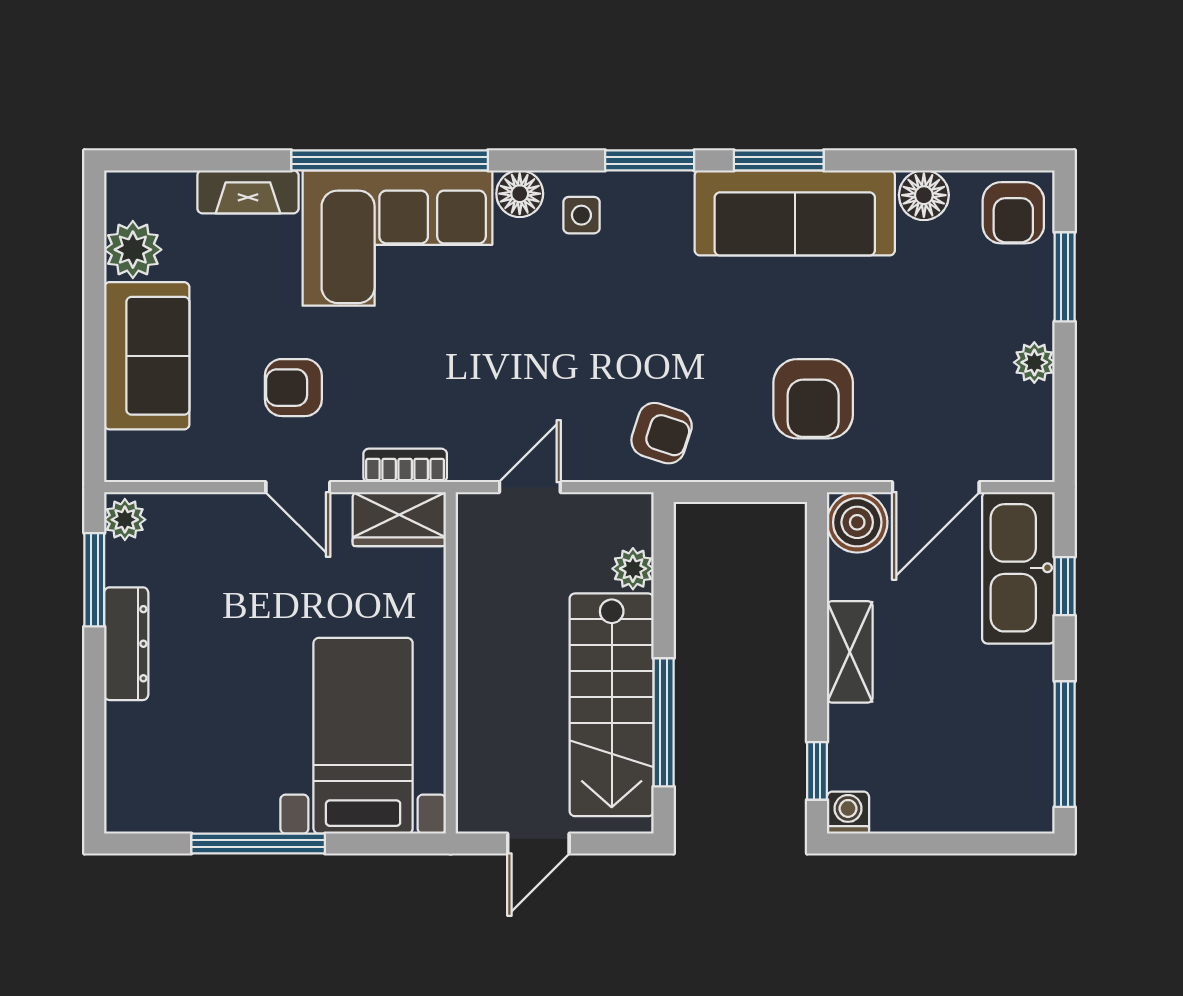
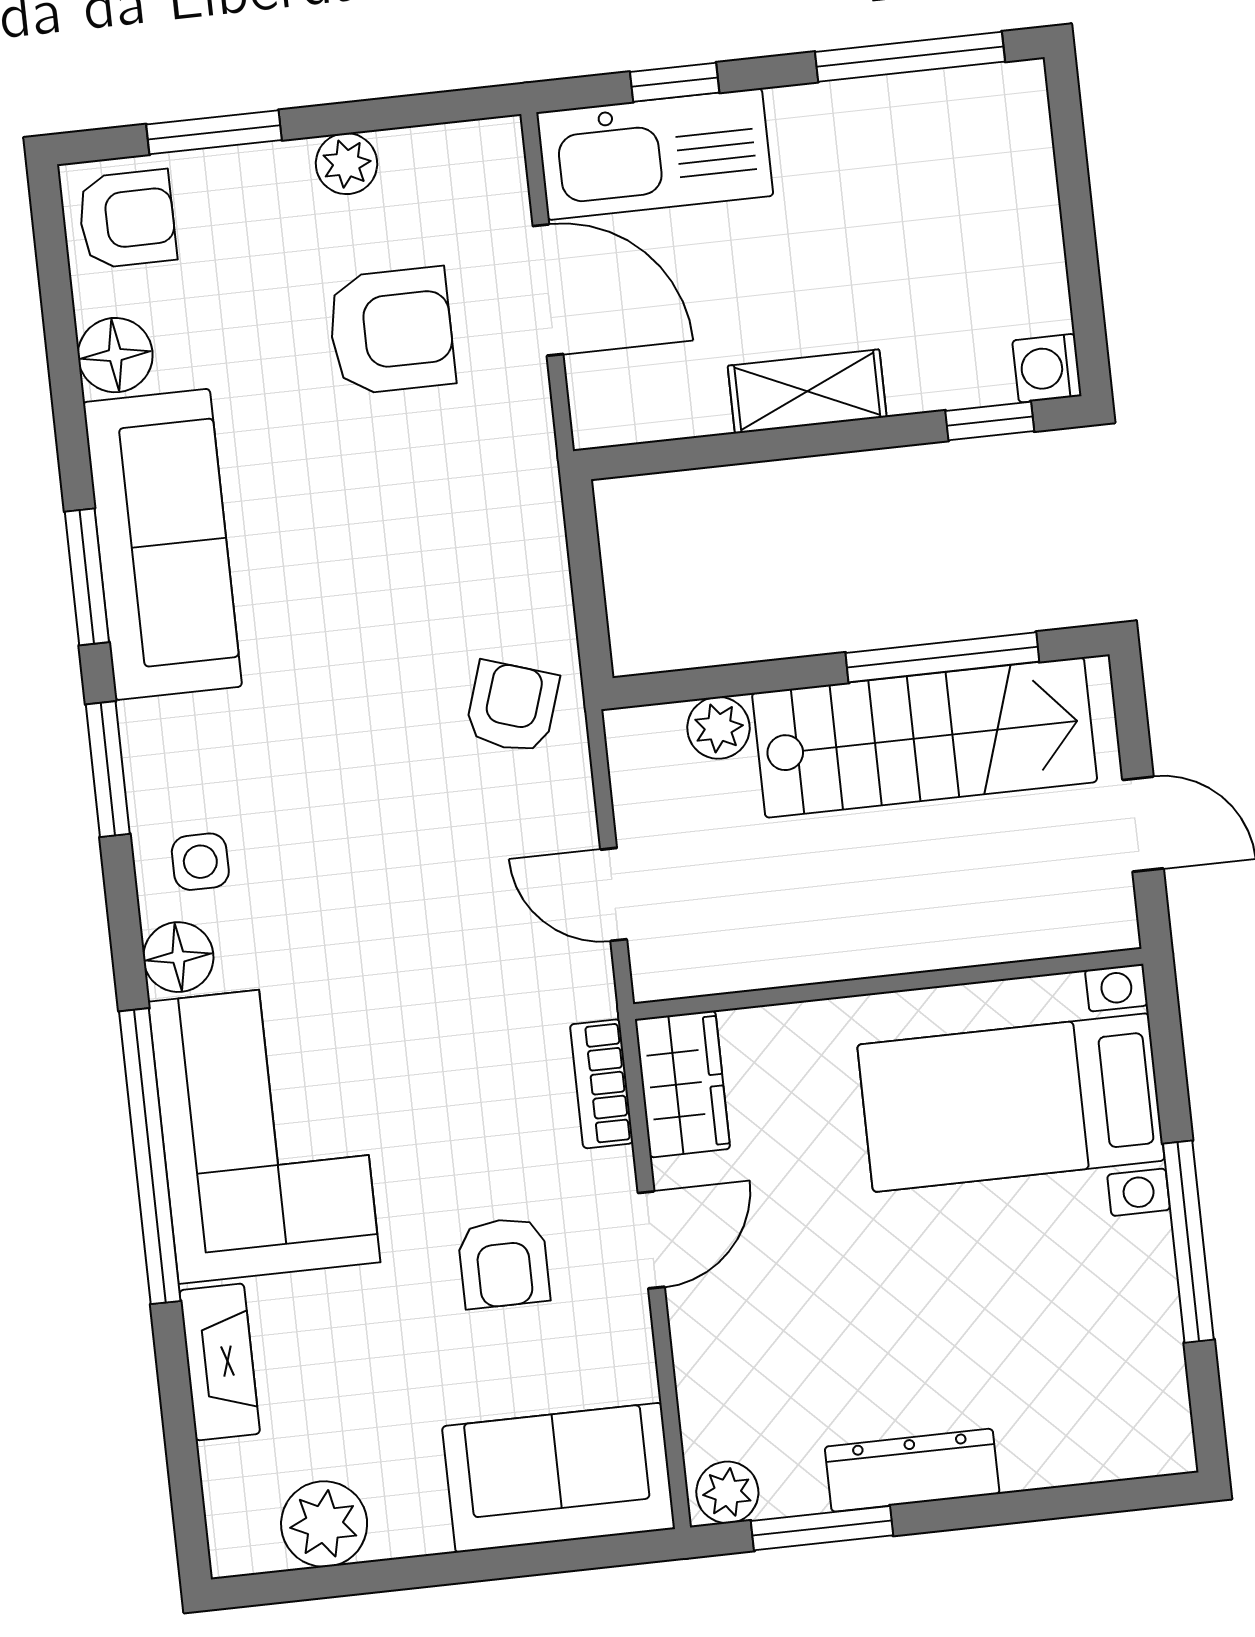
sofa: (147, 356) -> (559, 1478), moved
armchair: (813, 399) -> (391, 331), moved
boiler: (857, 522) -> (613, 401), removed

